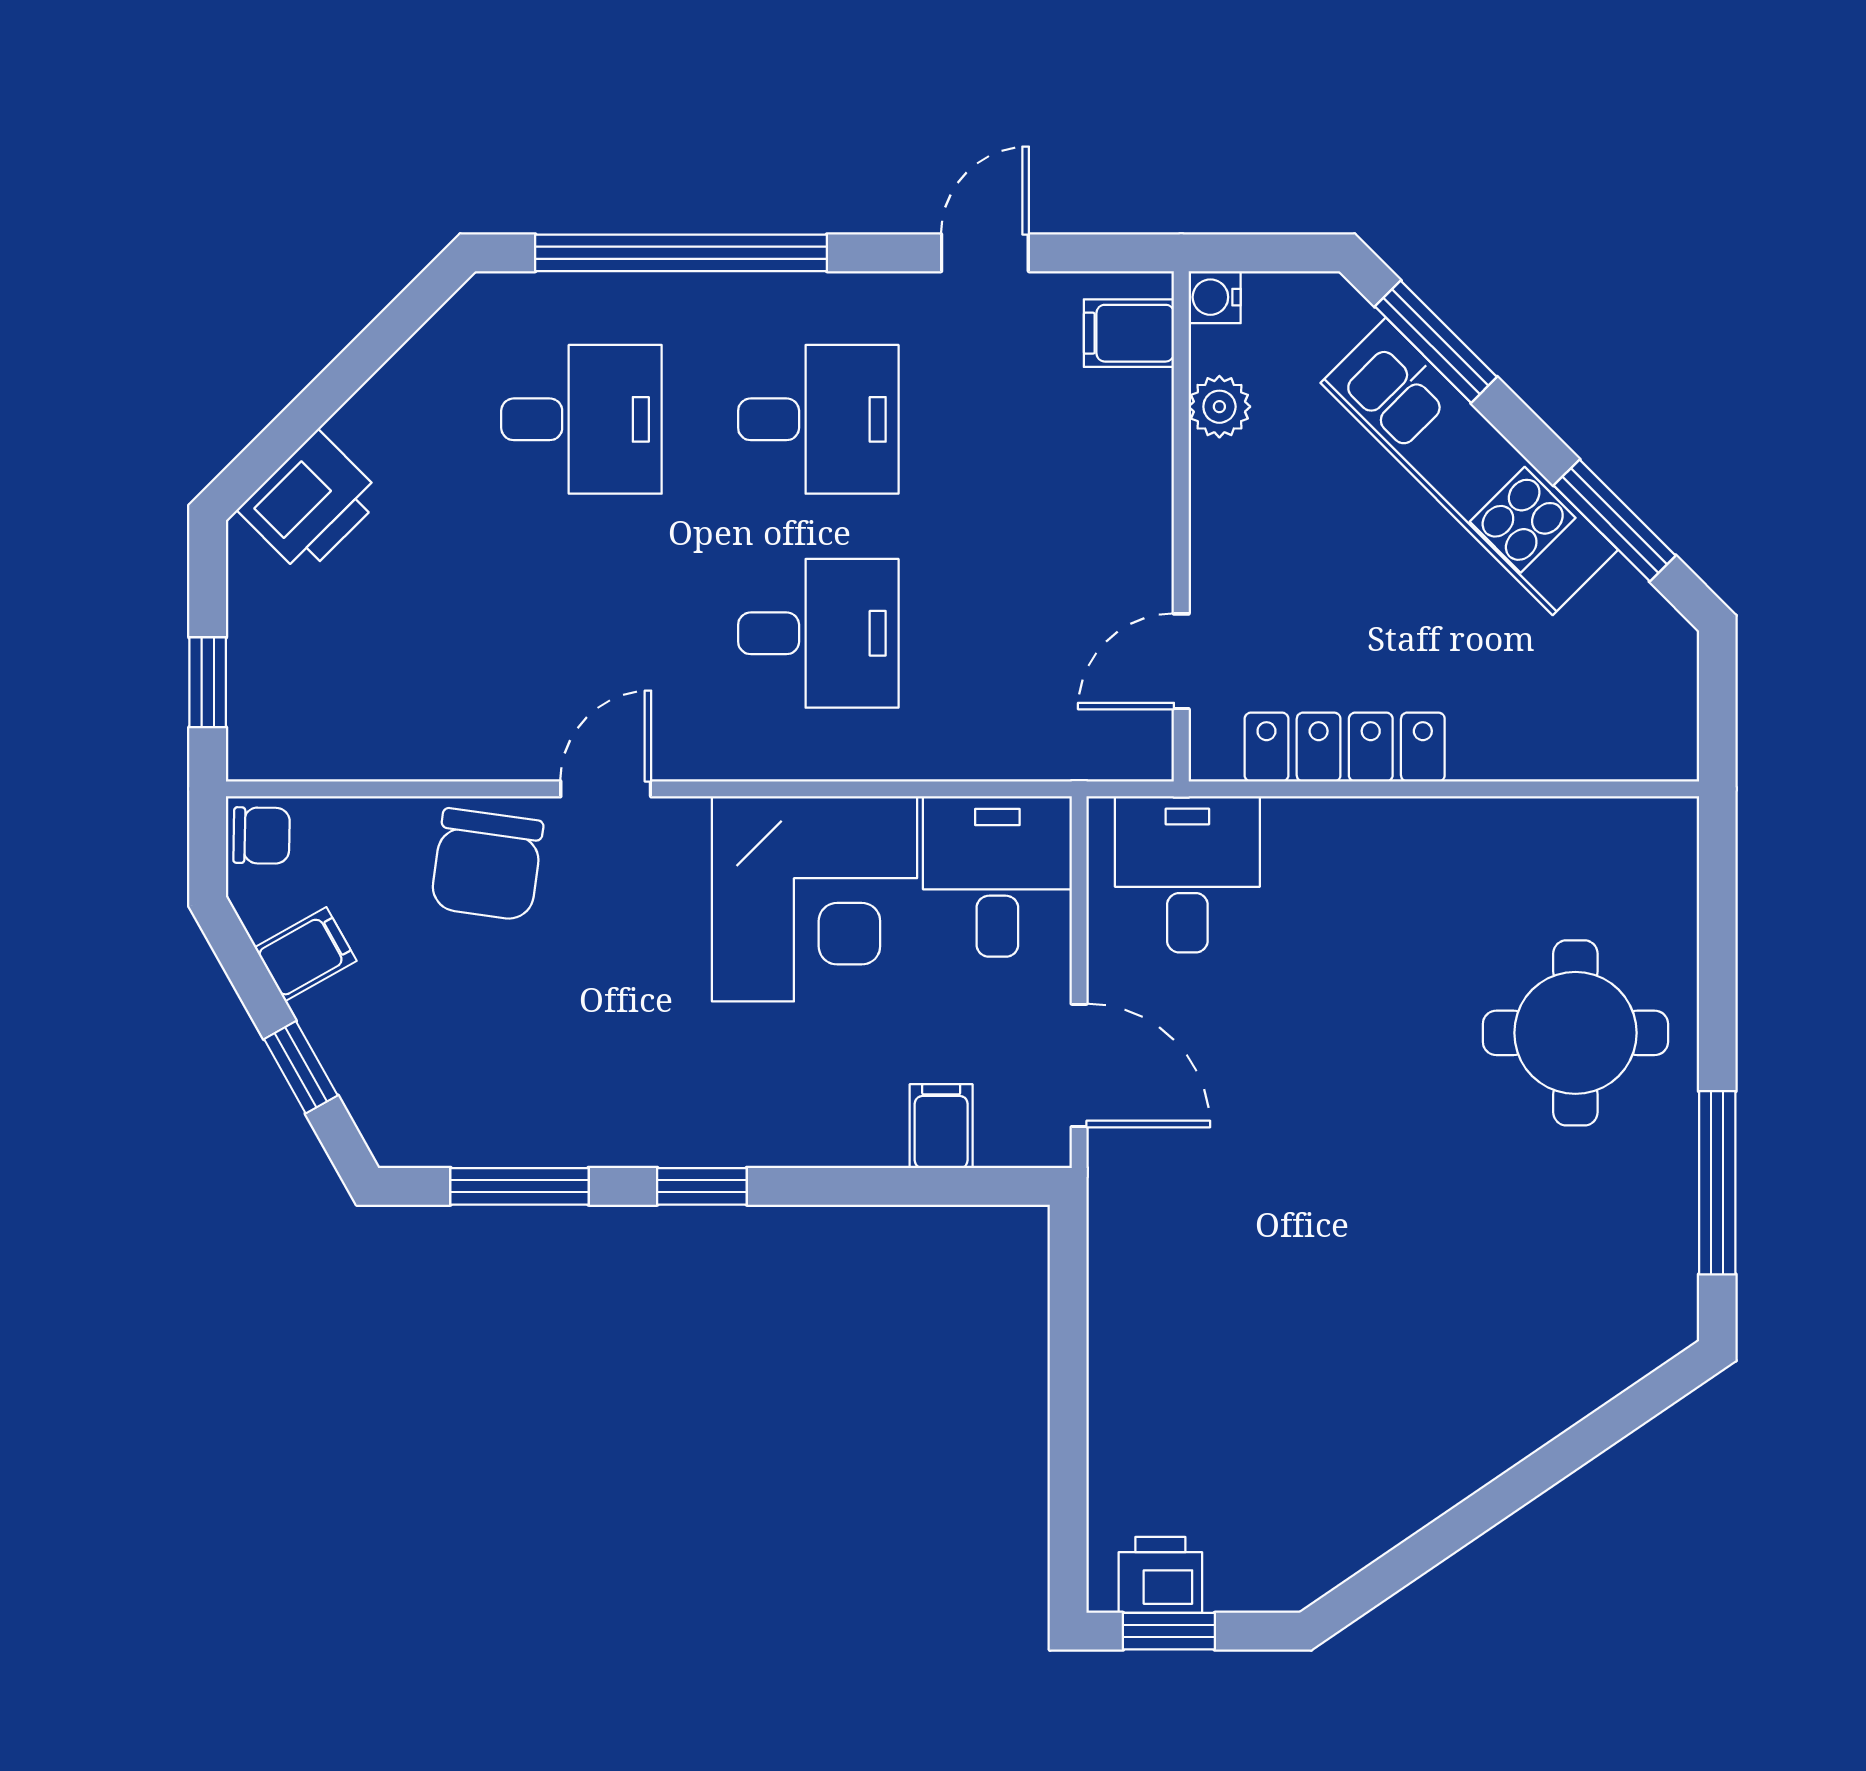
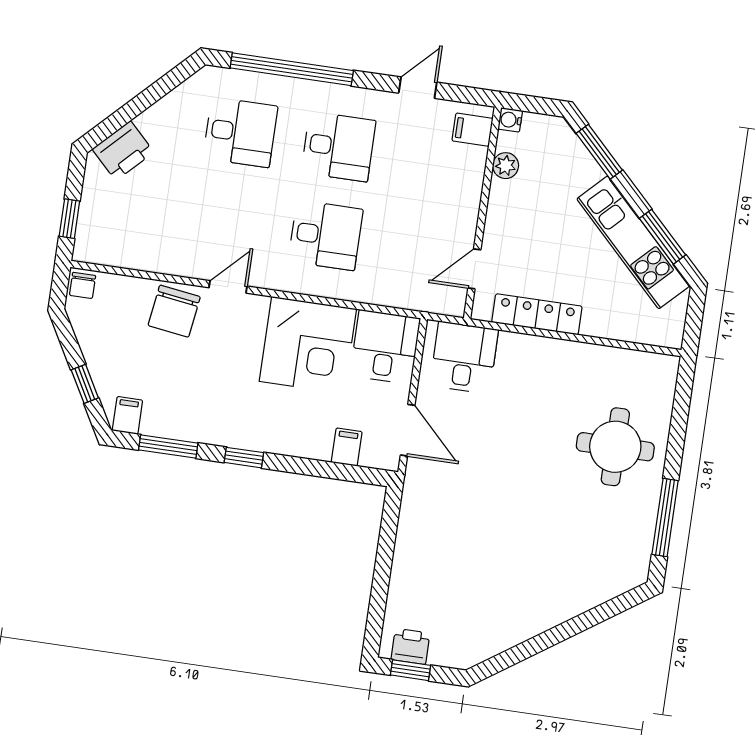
kitchen unit: (1469, 466) -> (633, 242), moved
chair: (262, 835) -> (83, 285), turned 89
filing cabinet: (306, 954) -> (127, 415), moved, turned -61

